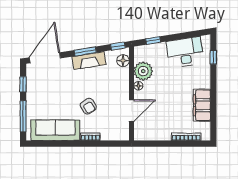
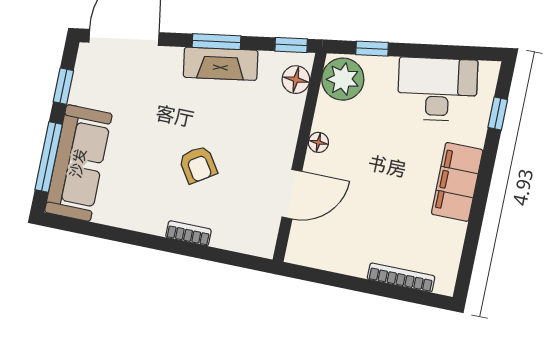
plant: (143, 71) -> (343, 79), moved
filing cabinet: (202, 105) -> (457, 182), moved
sofa: (55, 130) -> (78, 163), moved, turned 90

